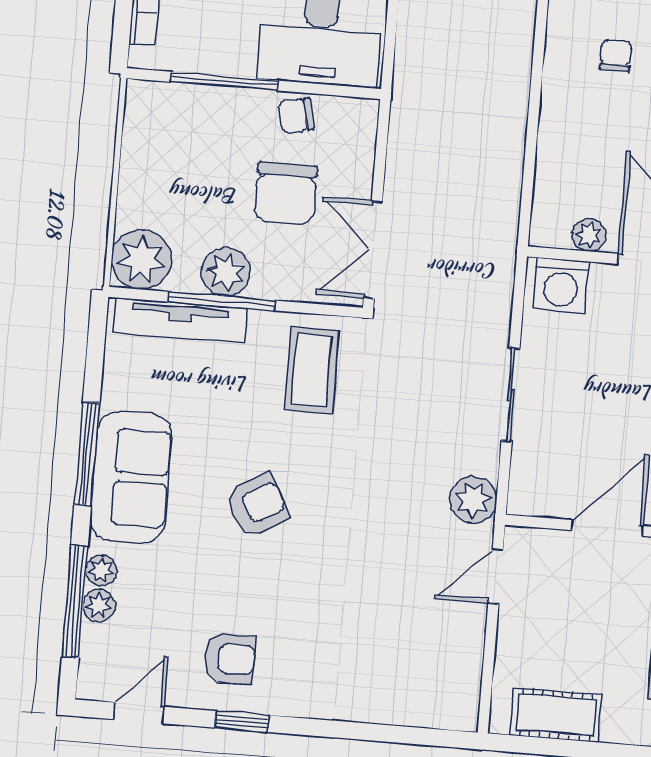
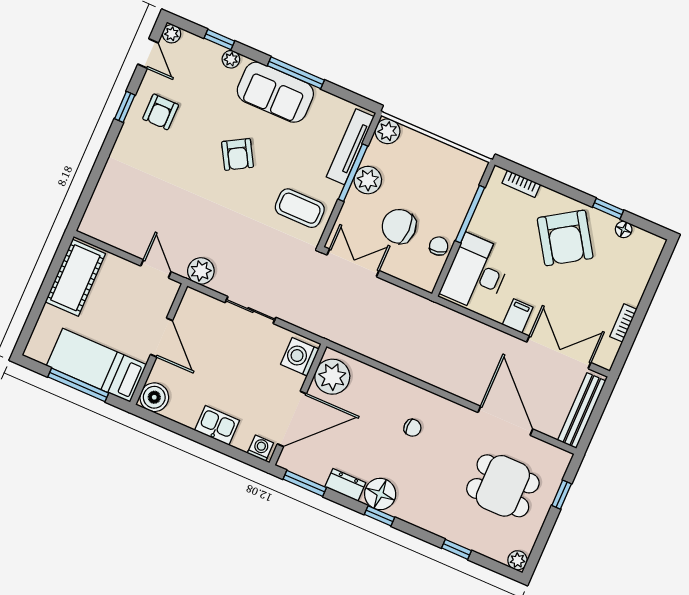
plant: (589, 235) -> (332, 377), width x1.87, depth x1.87
plant: (141, 260) -> (388, 131), width x0.73, depth x0.73
window: (75, 601) -> (219, 40), width x0.46
plant: (99, 605) -> (172, 34), moved
cot: (556, 715) -> (75, 278), width x1.37, depth x1.34

